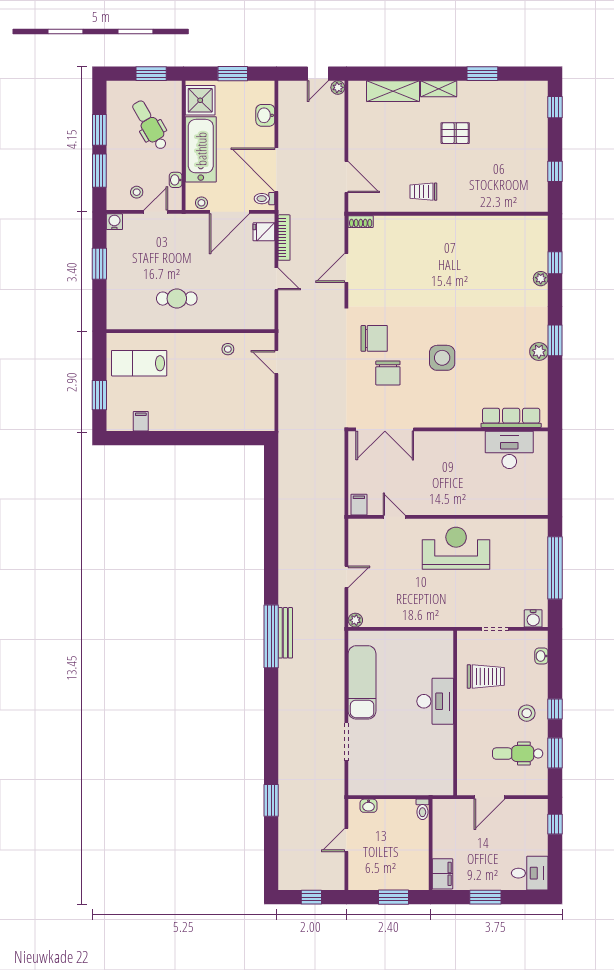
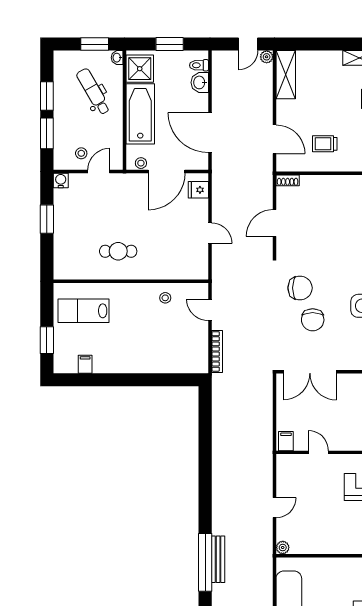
shelving: (393, 91) -> (286, 75), moved, turned 90
washbasin: (176, 180) -> (117, 58), moved
trolley: (423, 192) -> (325, 144), moved
toilet: (264, 199) -> (199, 65), moved
bookcase: (284, 238) -> (217, 351), moved

